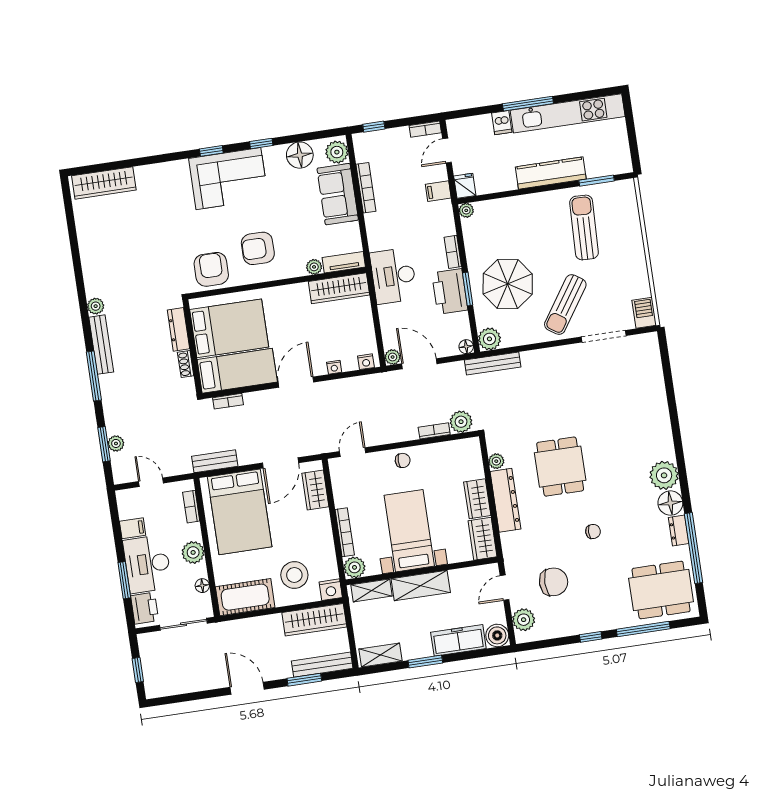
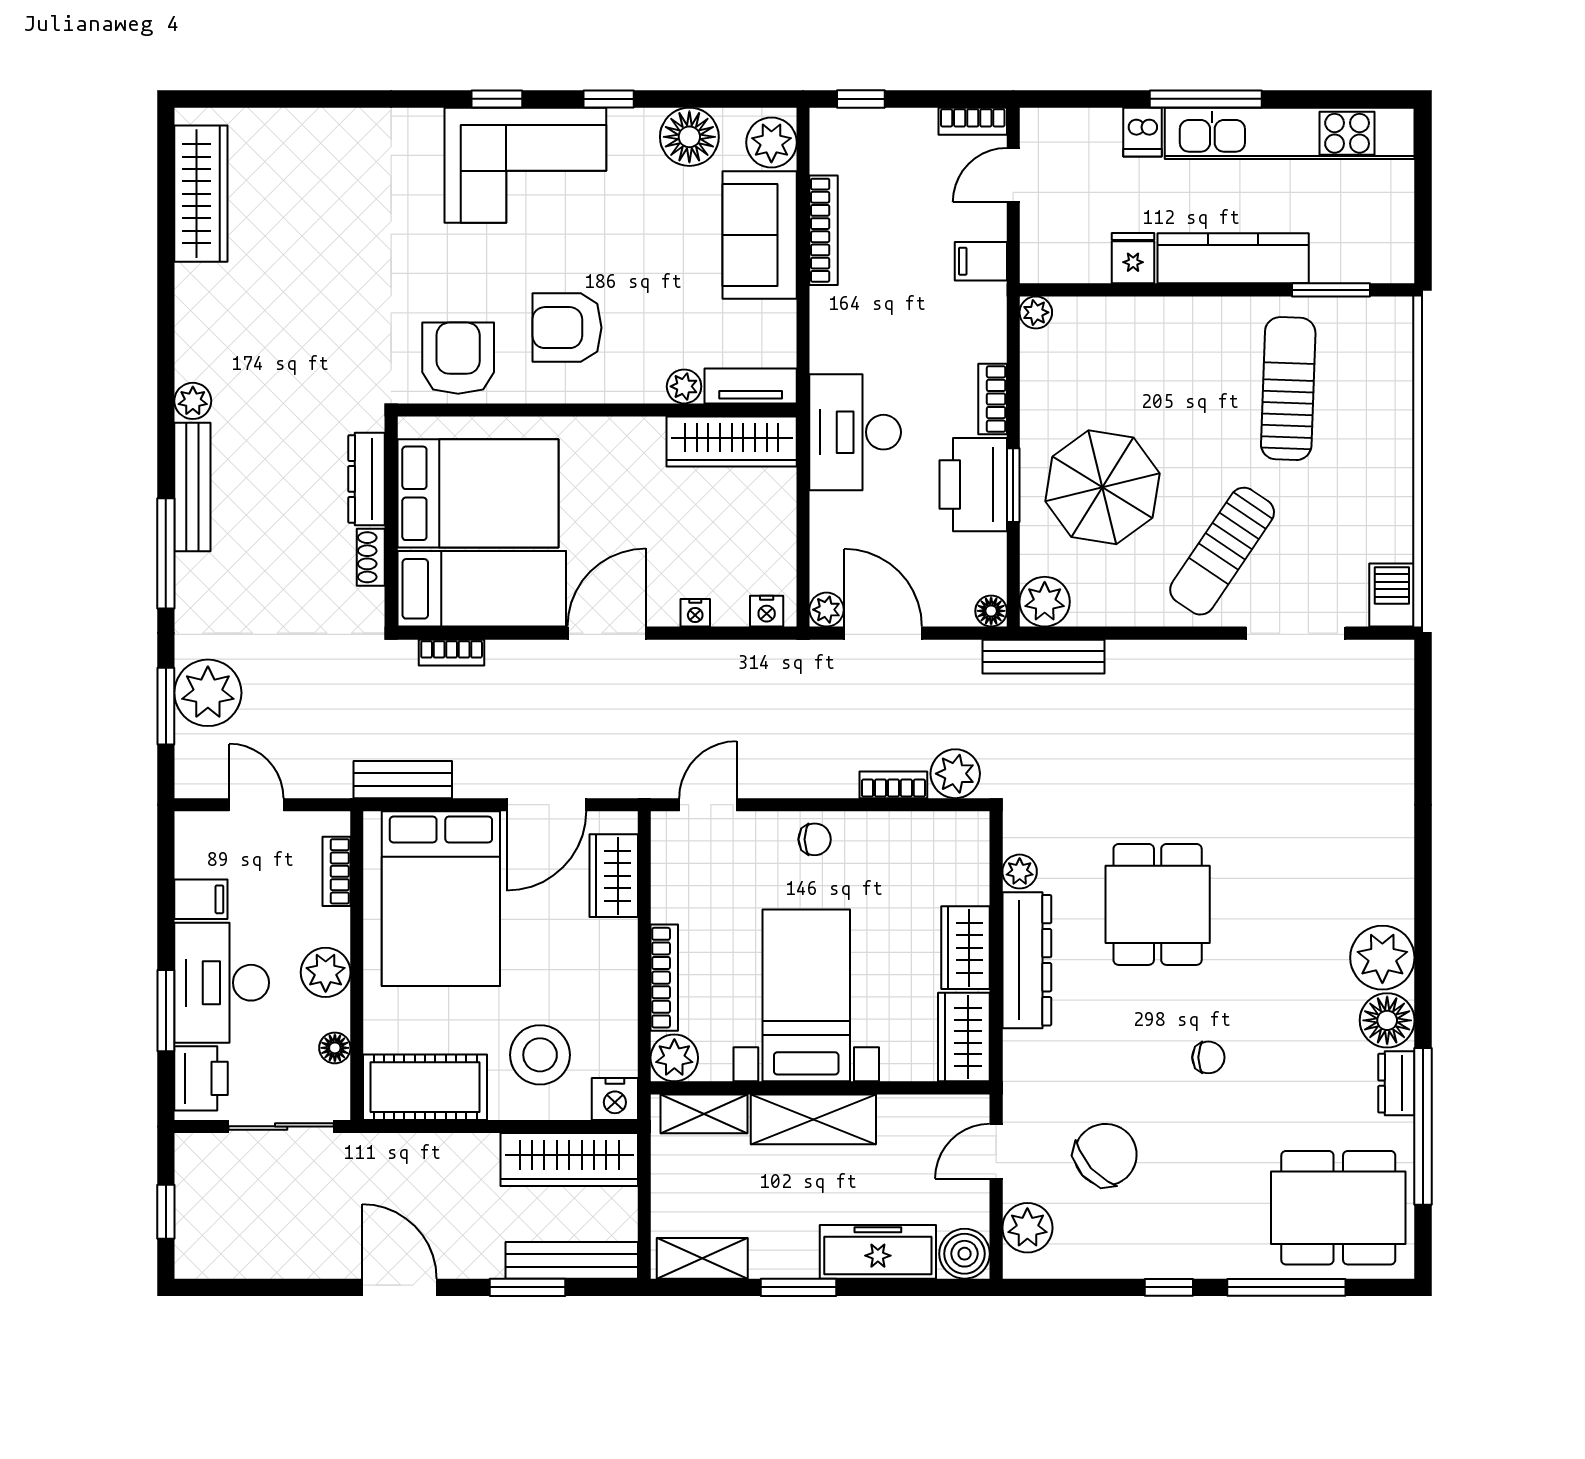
wardrobe: (104, 183) -> (201, 194), moved, turned -90
fridge: (465, 186) -> (1133, 258), moved
plant: (116, 443) -> (208, 693), width x1.87, depth x1.87
chair: (554, 582) -> (1106, 1155), turned -42

